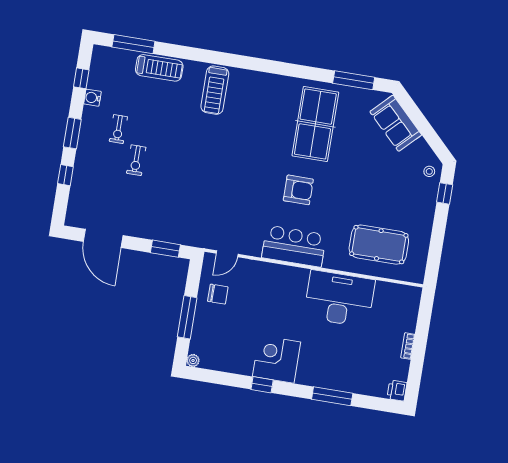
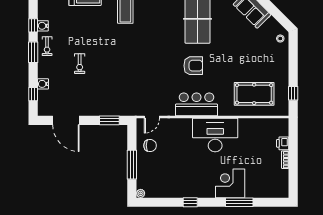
window: (81, 78) -> (33, 25), moved
exercise bike: (118, 129) -> (47, 46), moved
window: (65, 175) -> (33, 94), moved
water cooler: (79, 181) -> (43, 84), added
window: (445, 193) -> (293, 93), moved
desk: (339, 299) -> (215, 135), moved
corner desk: (277, 359) -> (230, 183), moved
printer: (397, 391) -> (283, 143), moved

